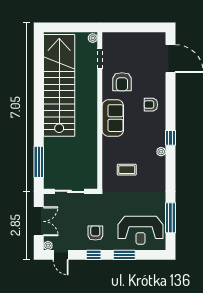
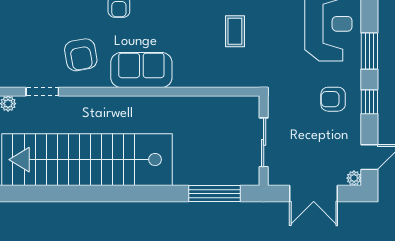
armchair: (122, 82) -> (81, 55), turned 80
coffee table: (127, 170) -> (235, 31), moved
double door: (39, 221) -> (314, 194), swing flipped

